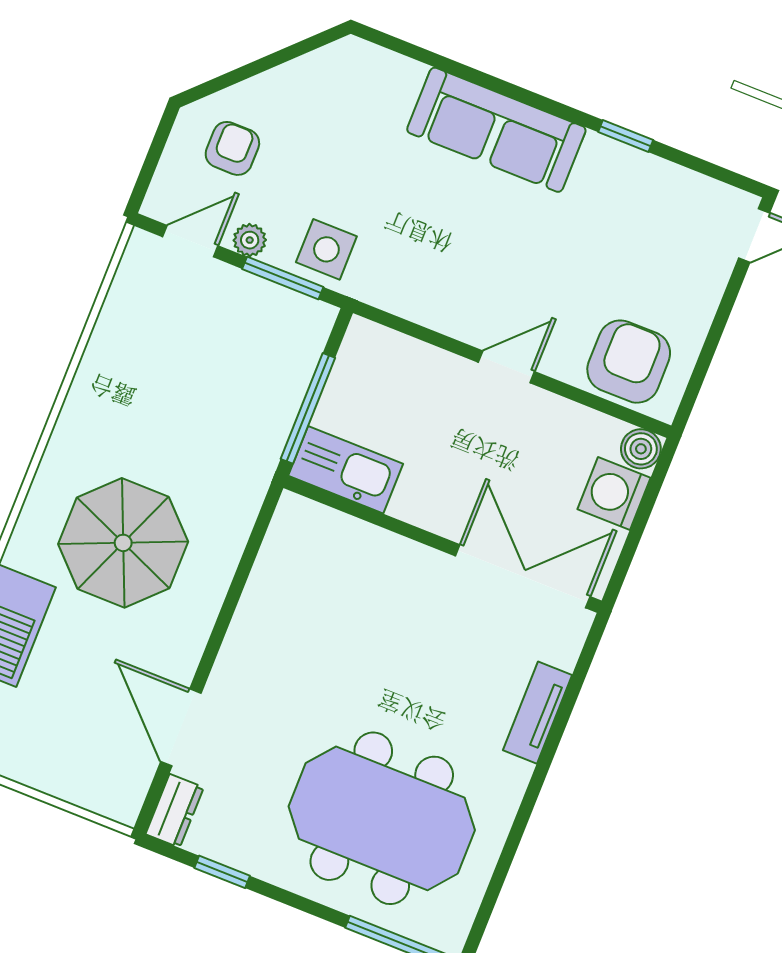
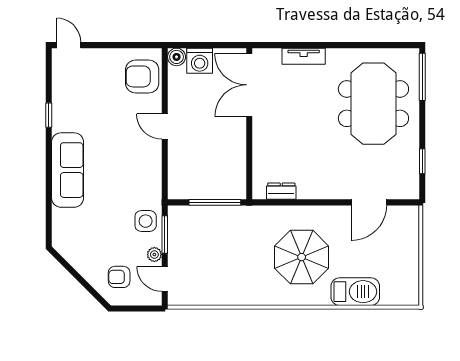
kitchen sink: (346, 470) -> (234, 176), removed
dresser: (175, 811) -> (281, 191), moved

